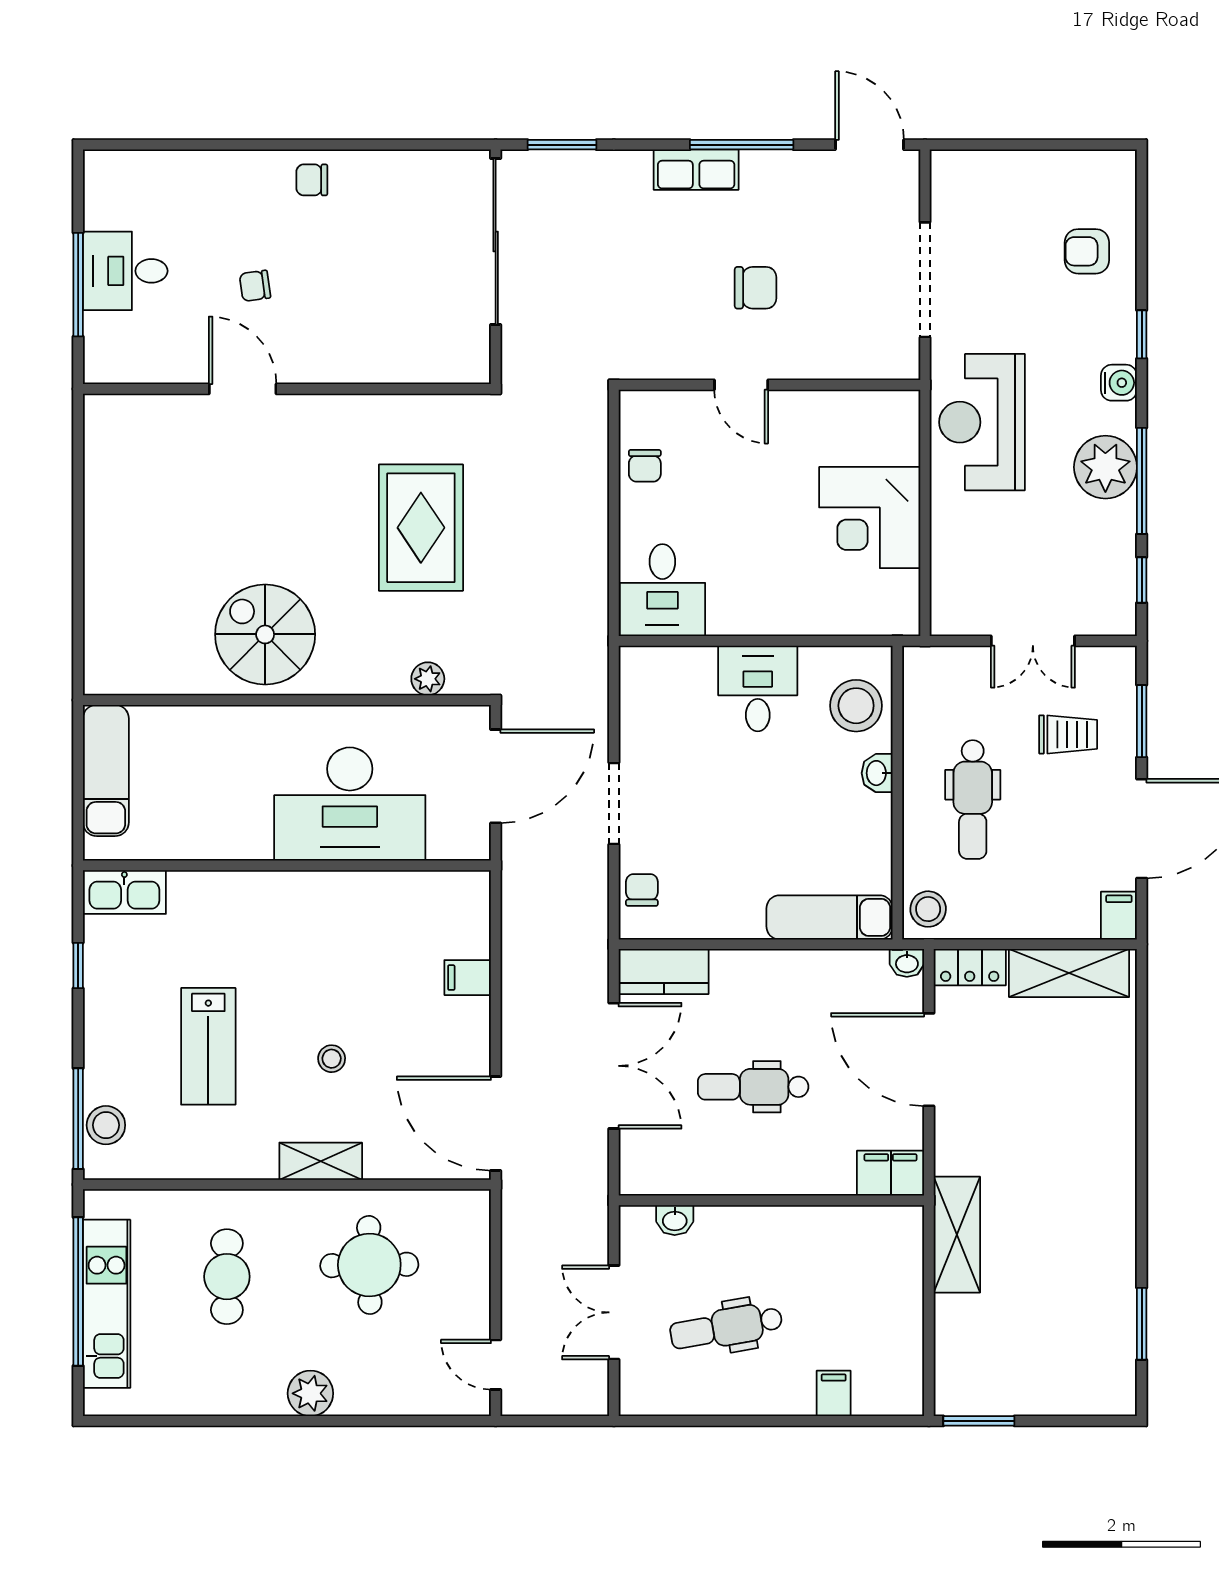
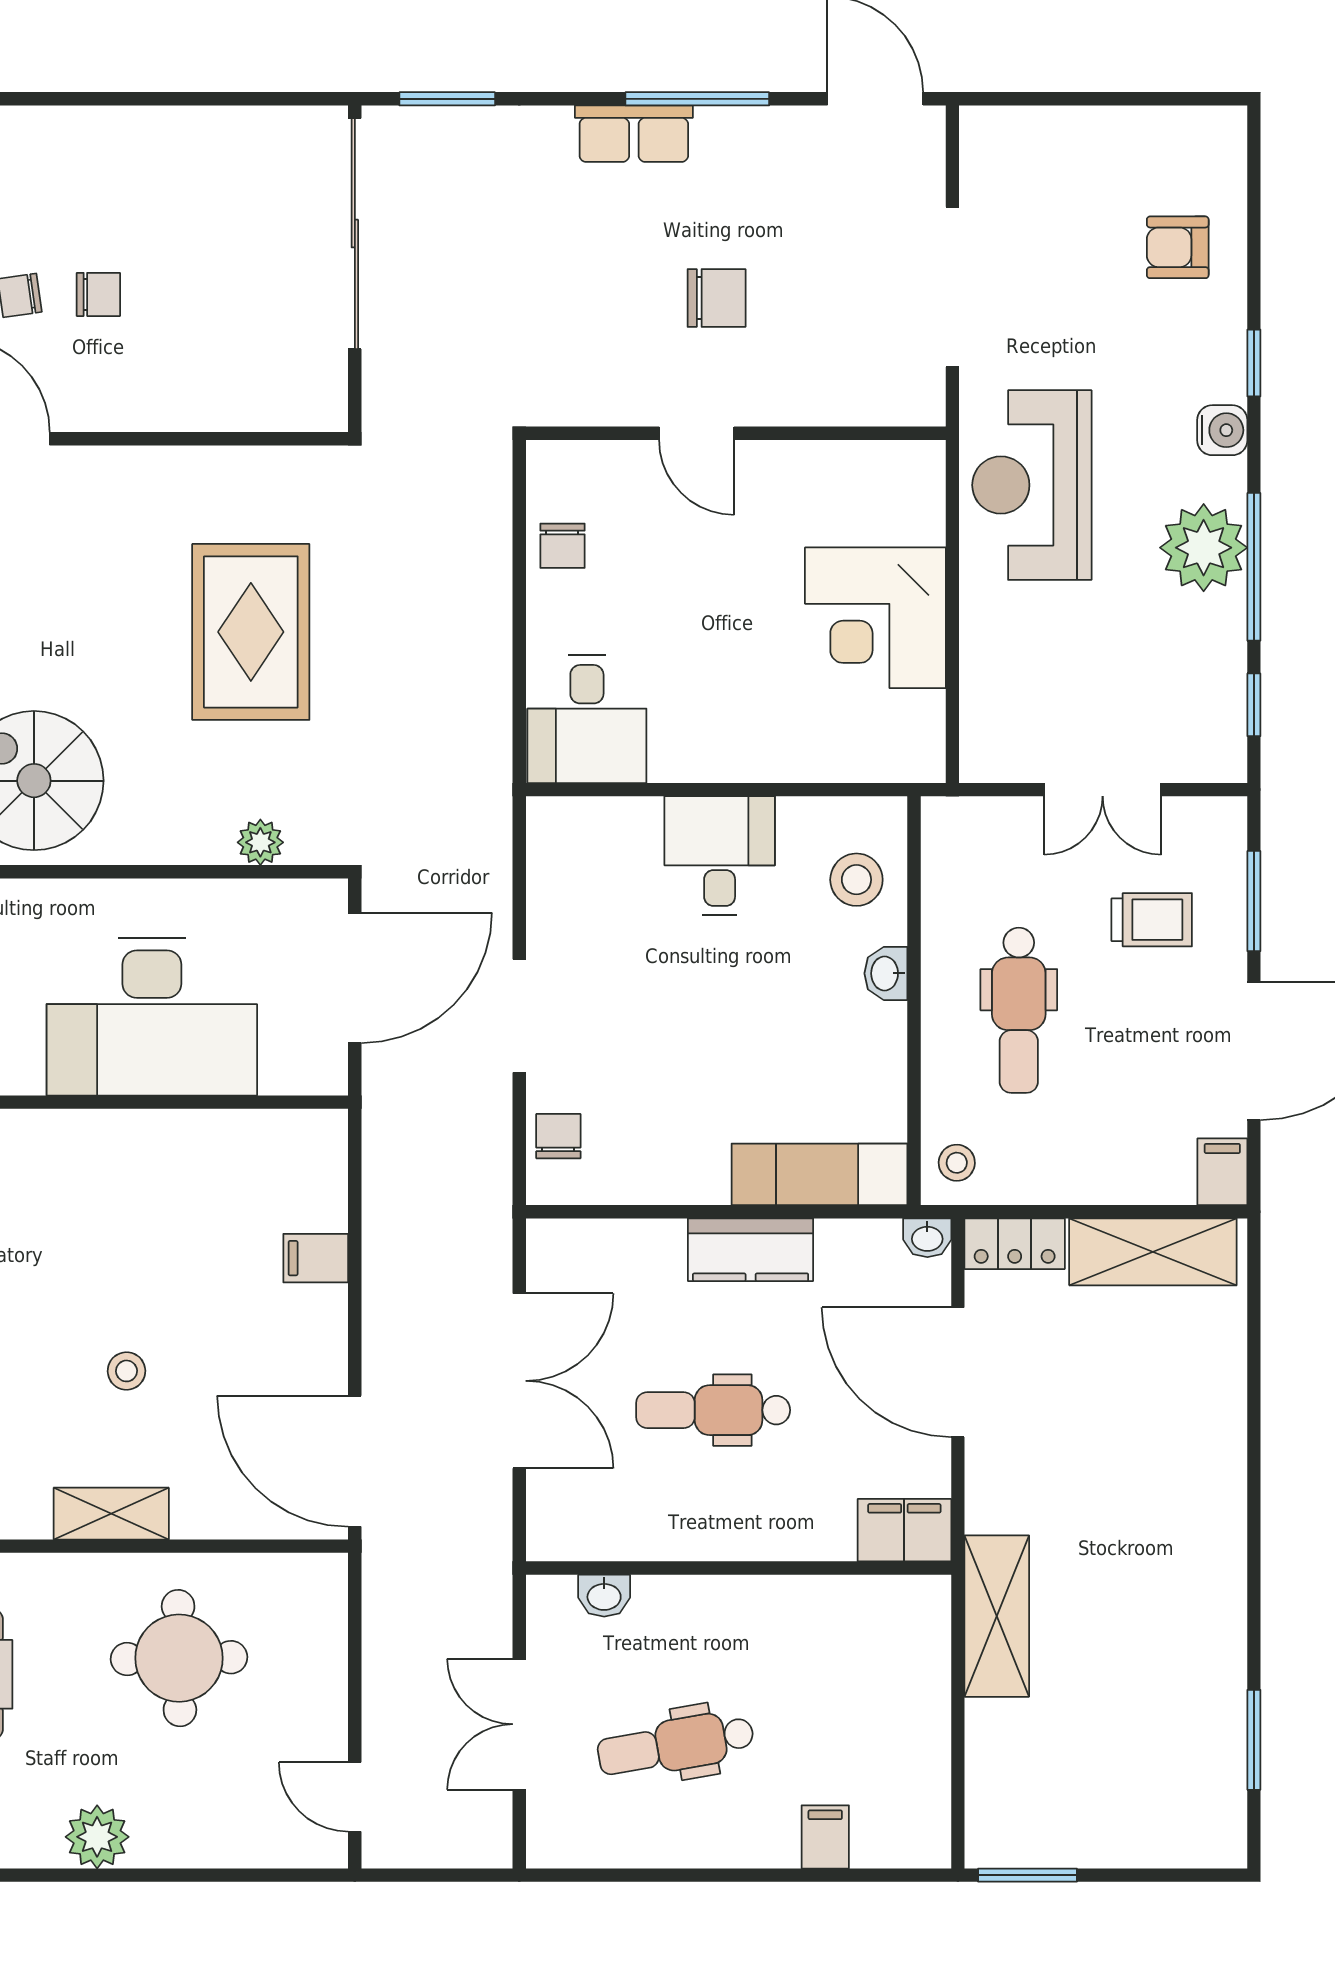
chair: (312, 180) -> (98, 294), moved, turned 180
stool: (856, 706) -> (856, 880), width x0.73, depth x0.73
stool: (928, 909) -> (957, 1163), width x0.73, depth x0.73
kitchen counter: (664, 971) -> (751, 1250), moved

